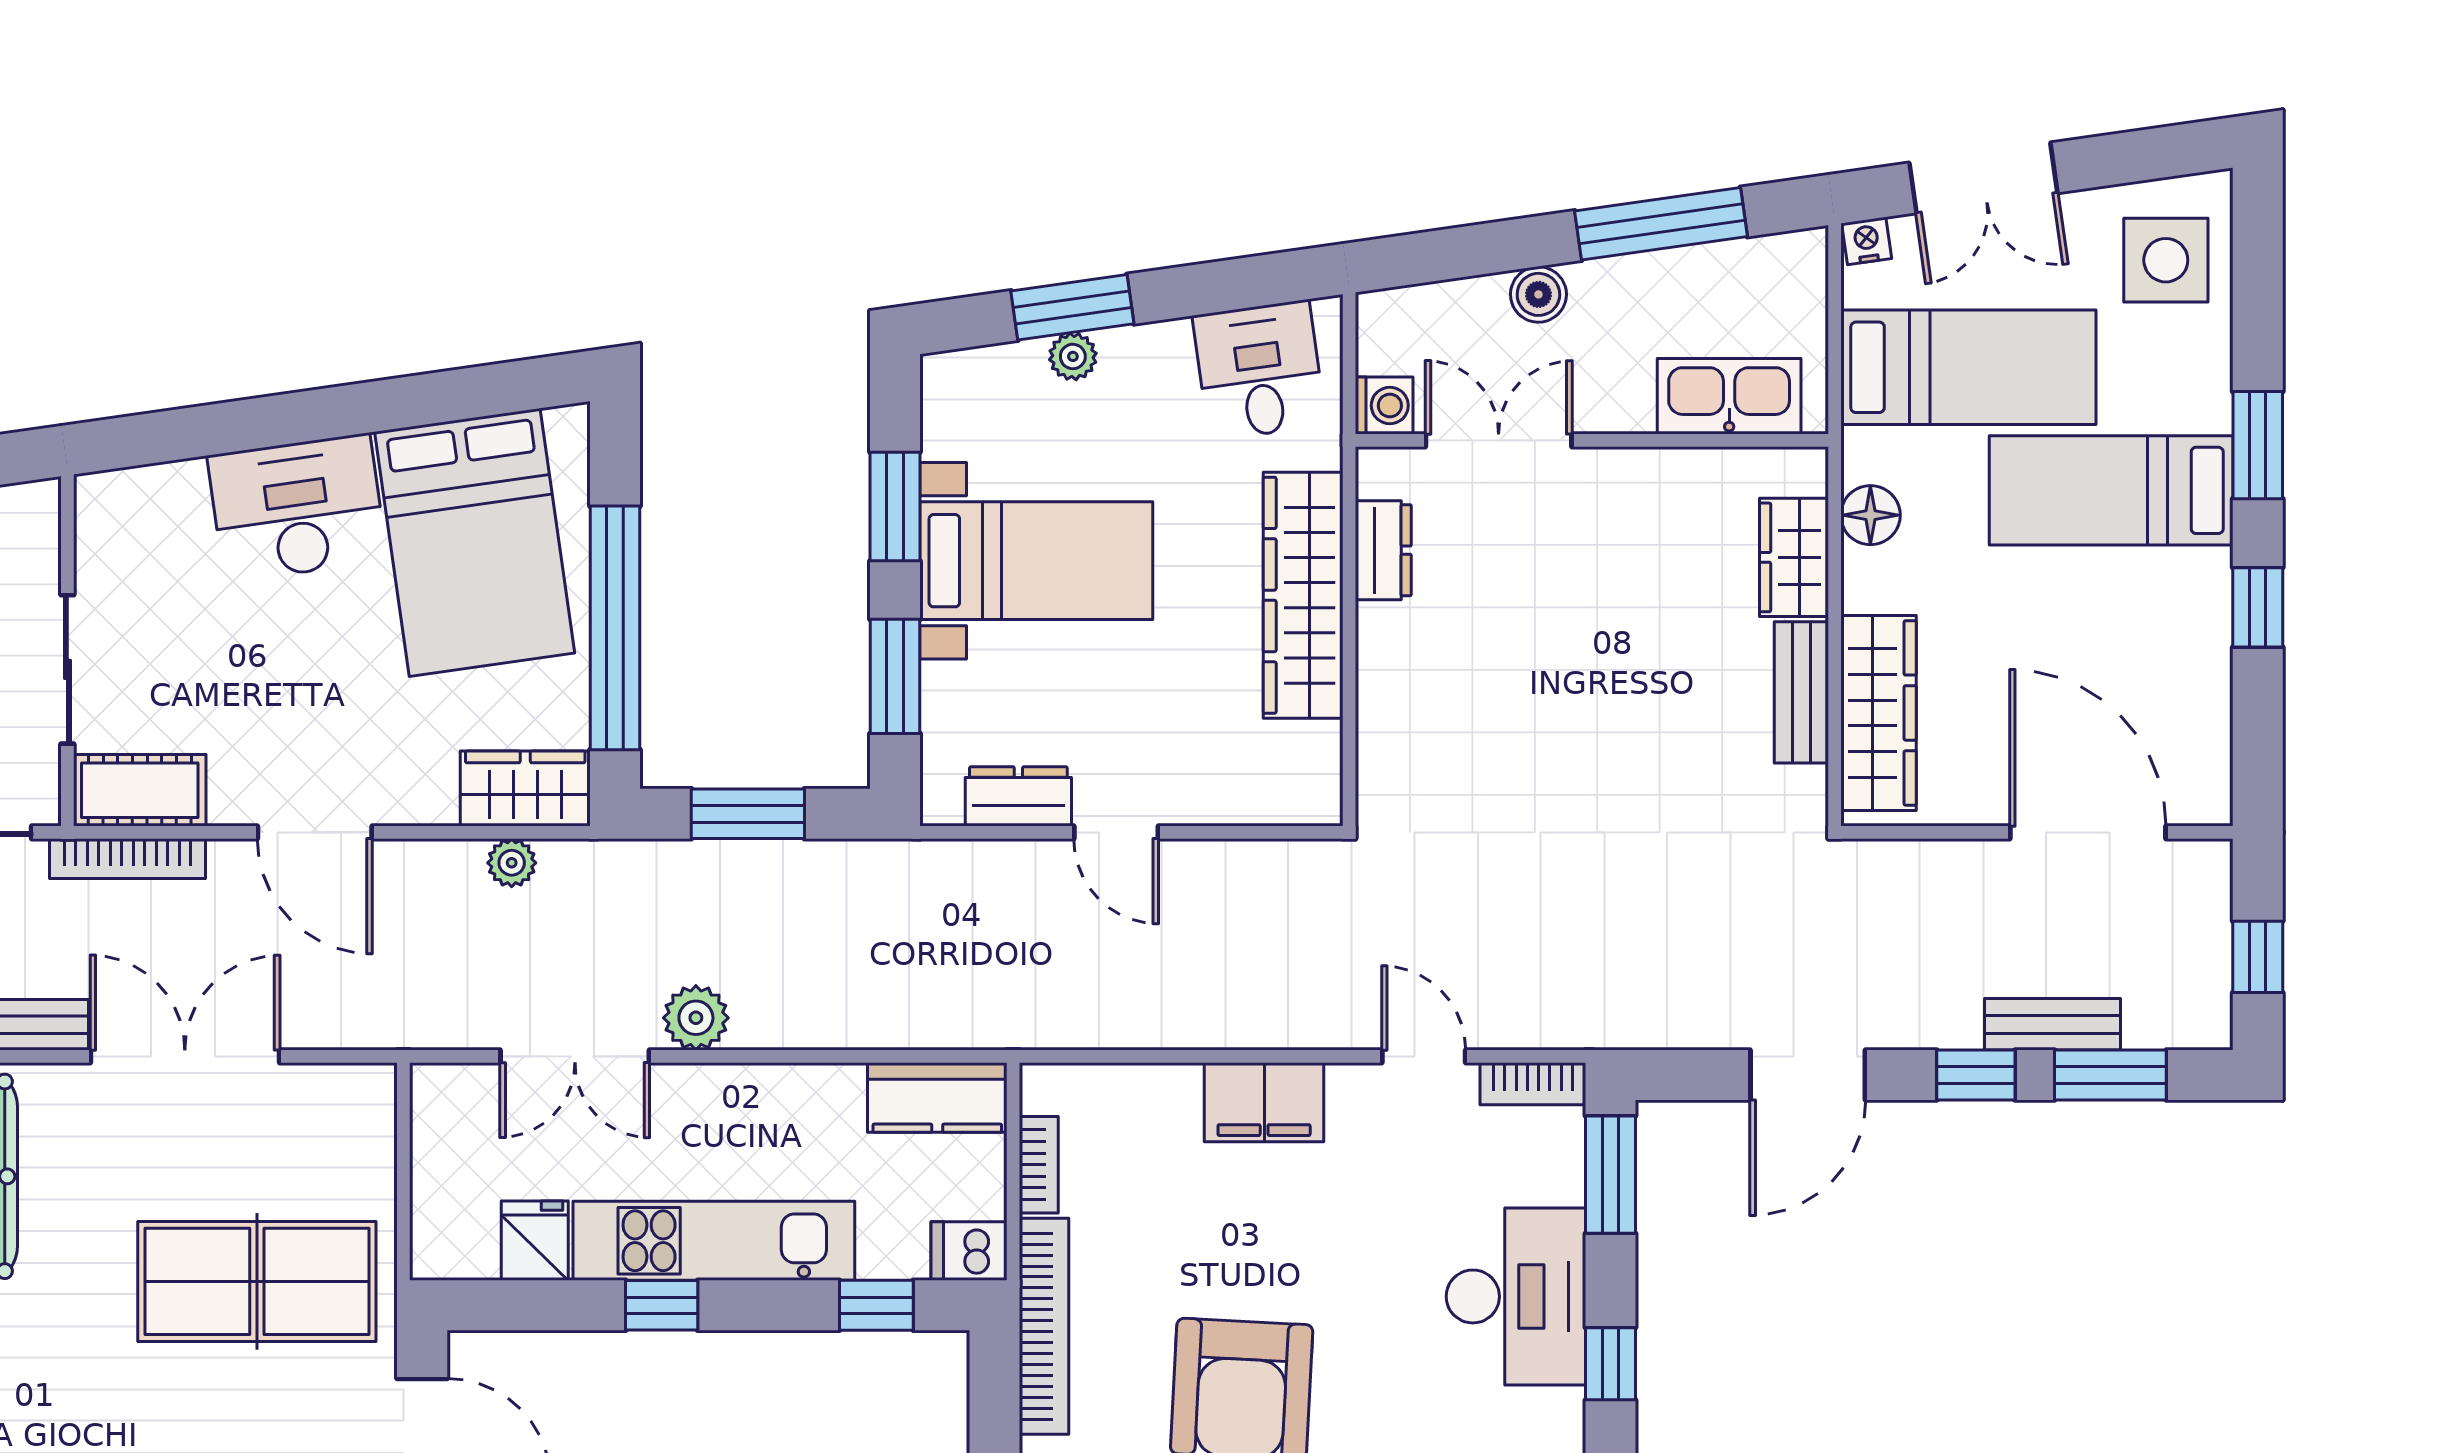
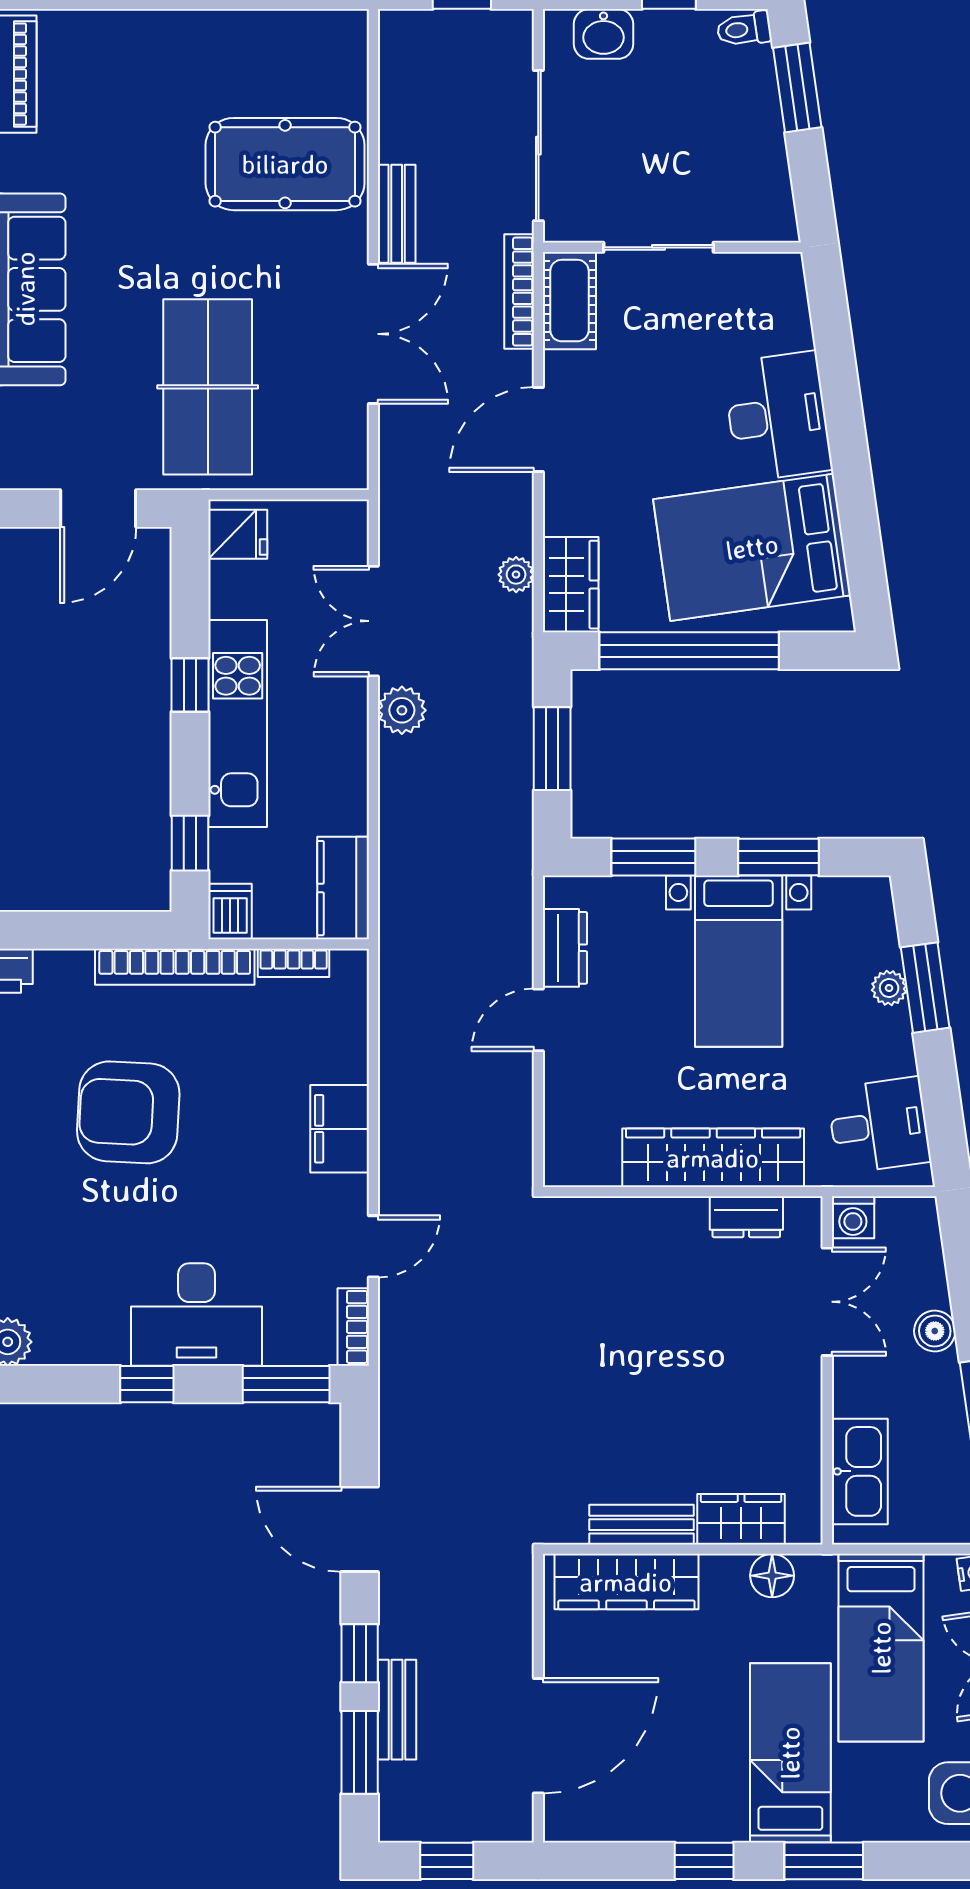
fridge: (535, 1241) -> (238, 534), moved

